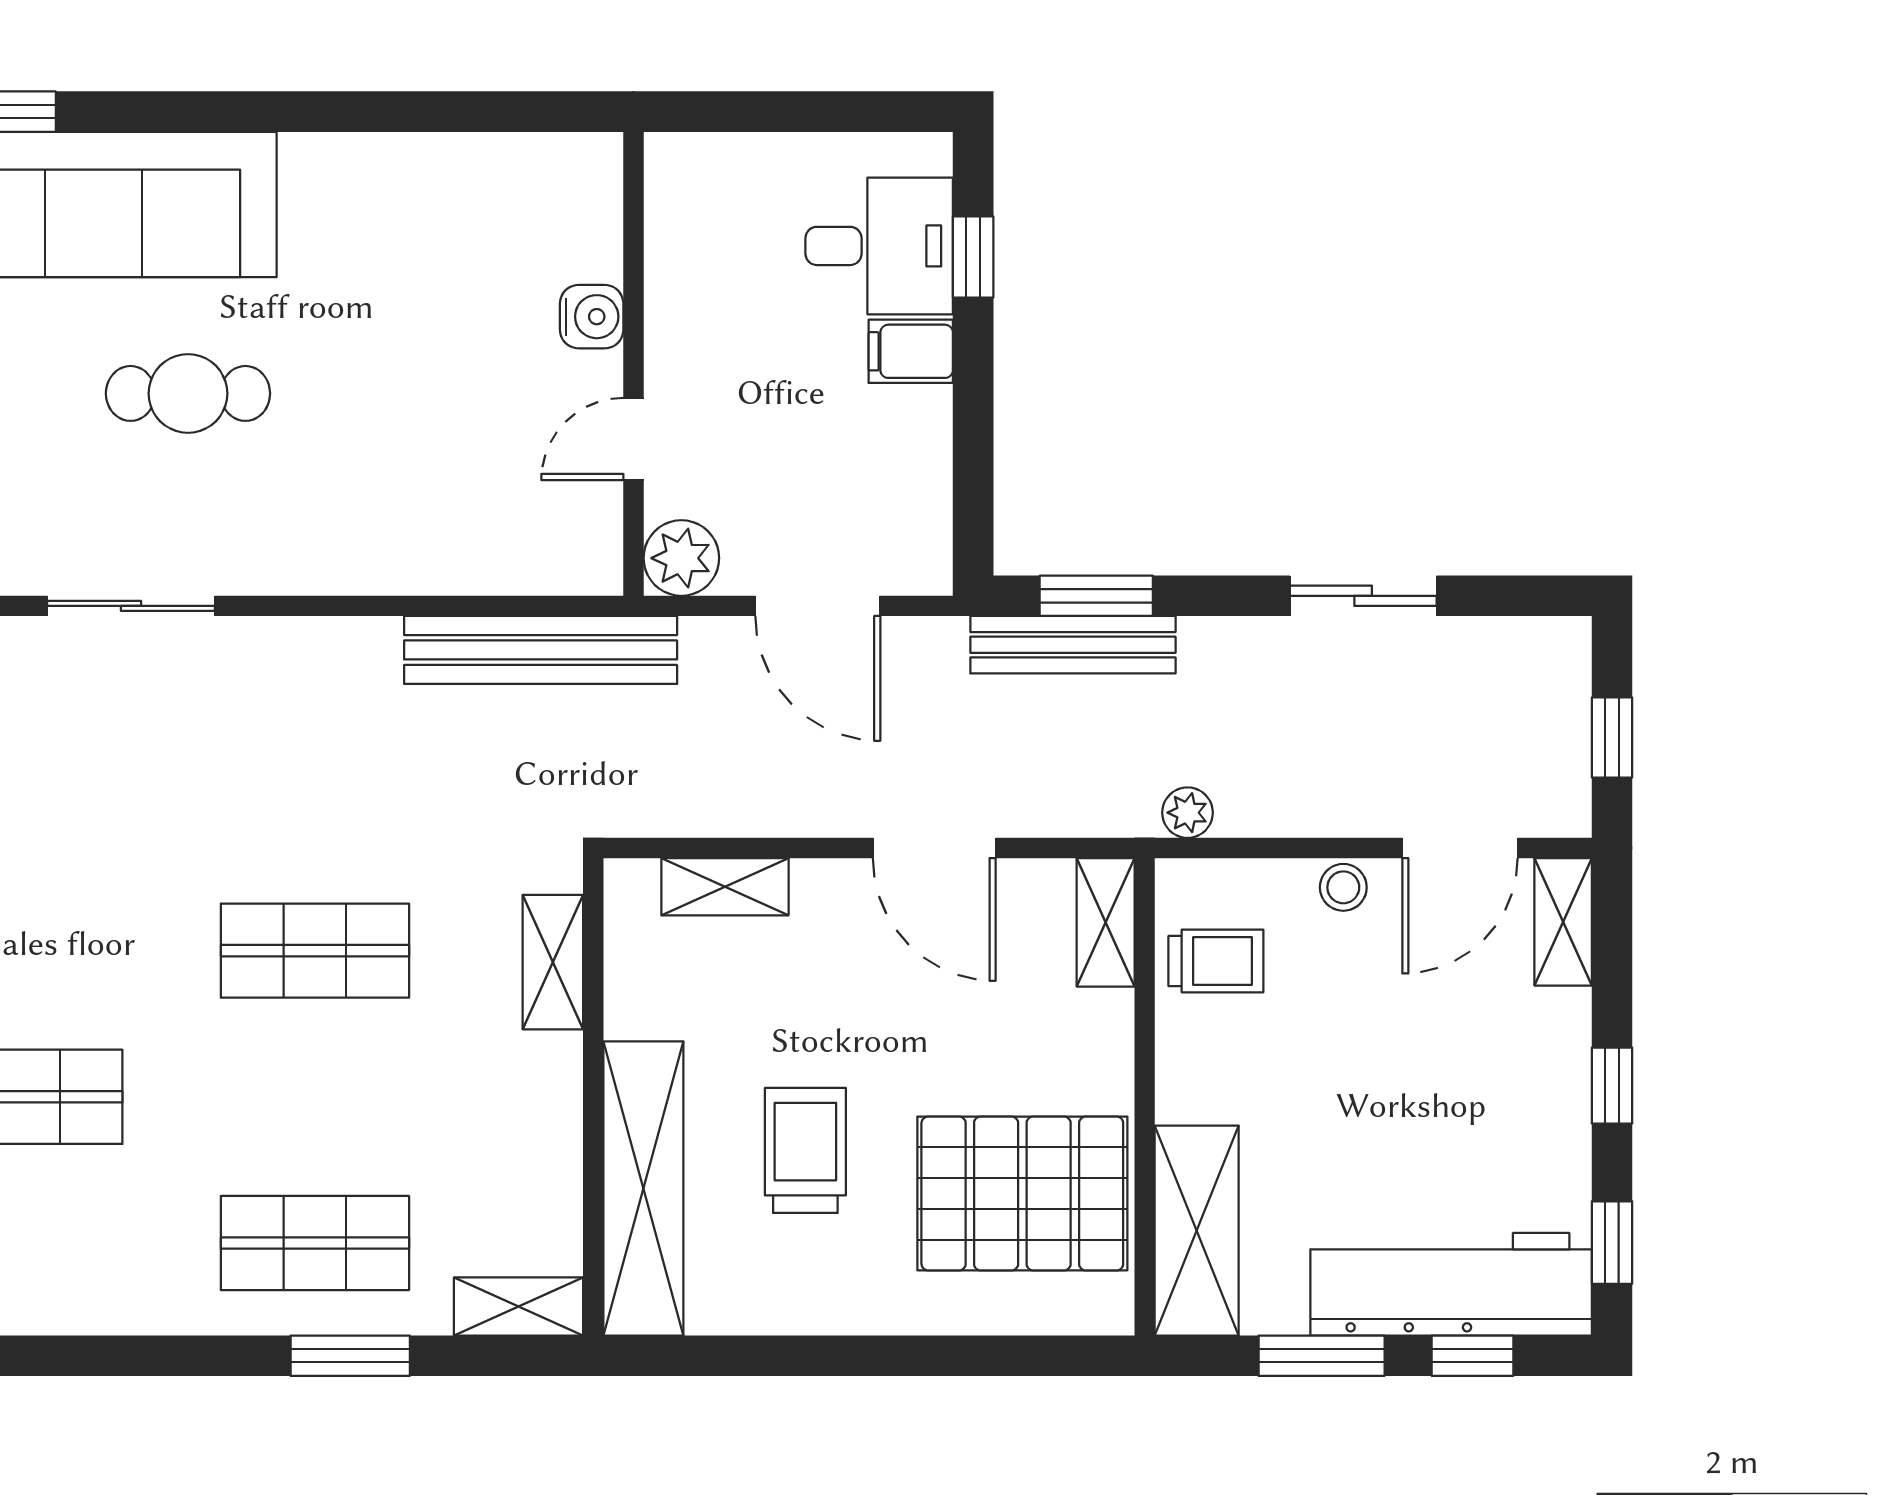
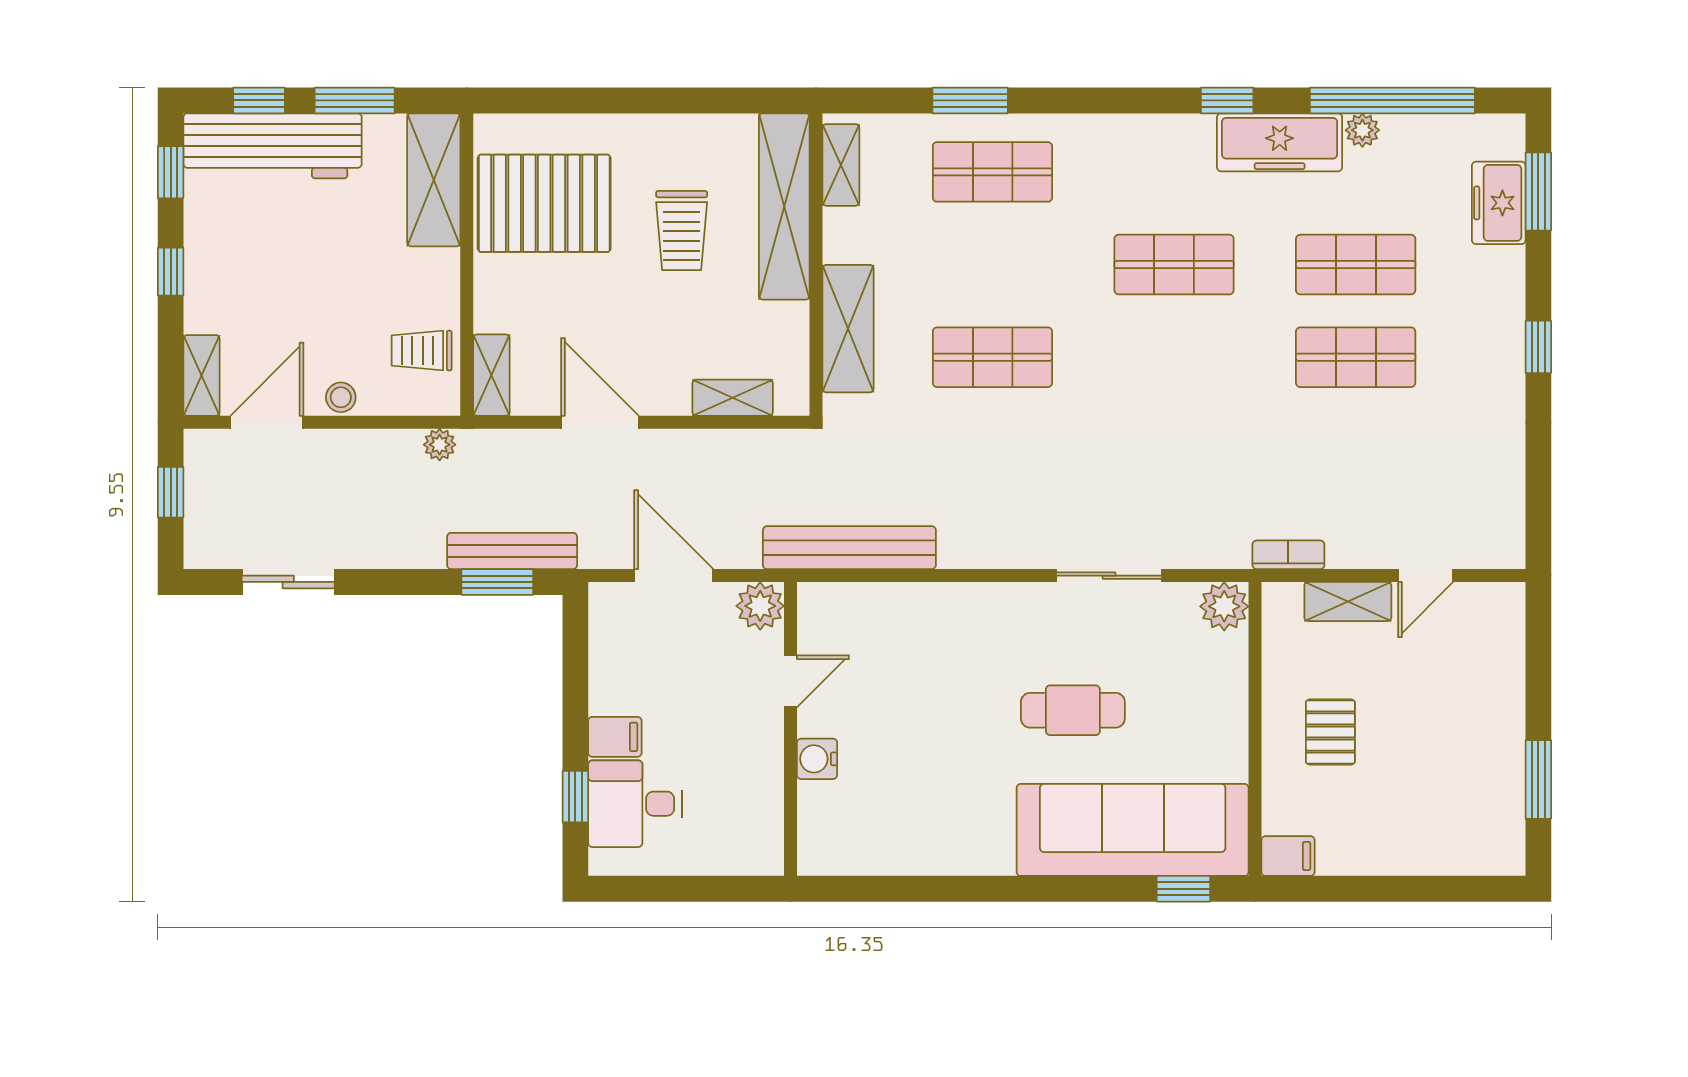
sliding door: (1363, 596) -> (288, 582), moved
shelving: (553, 962) -> (848, 329), width x1.50, depth x1.33
shelving: (518, 1306) -> (841, 165), moved, turned 90

